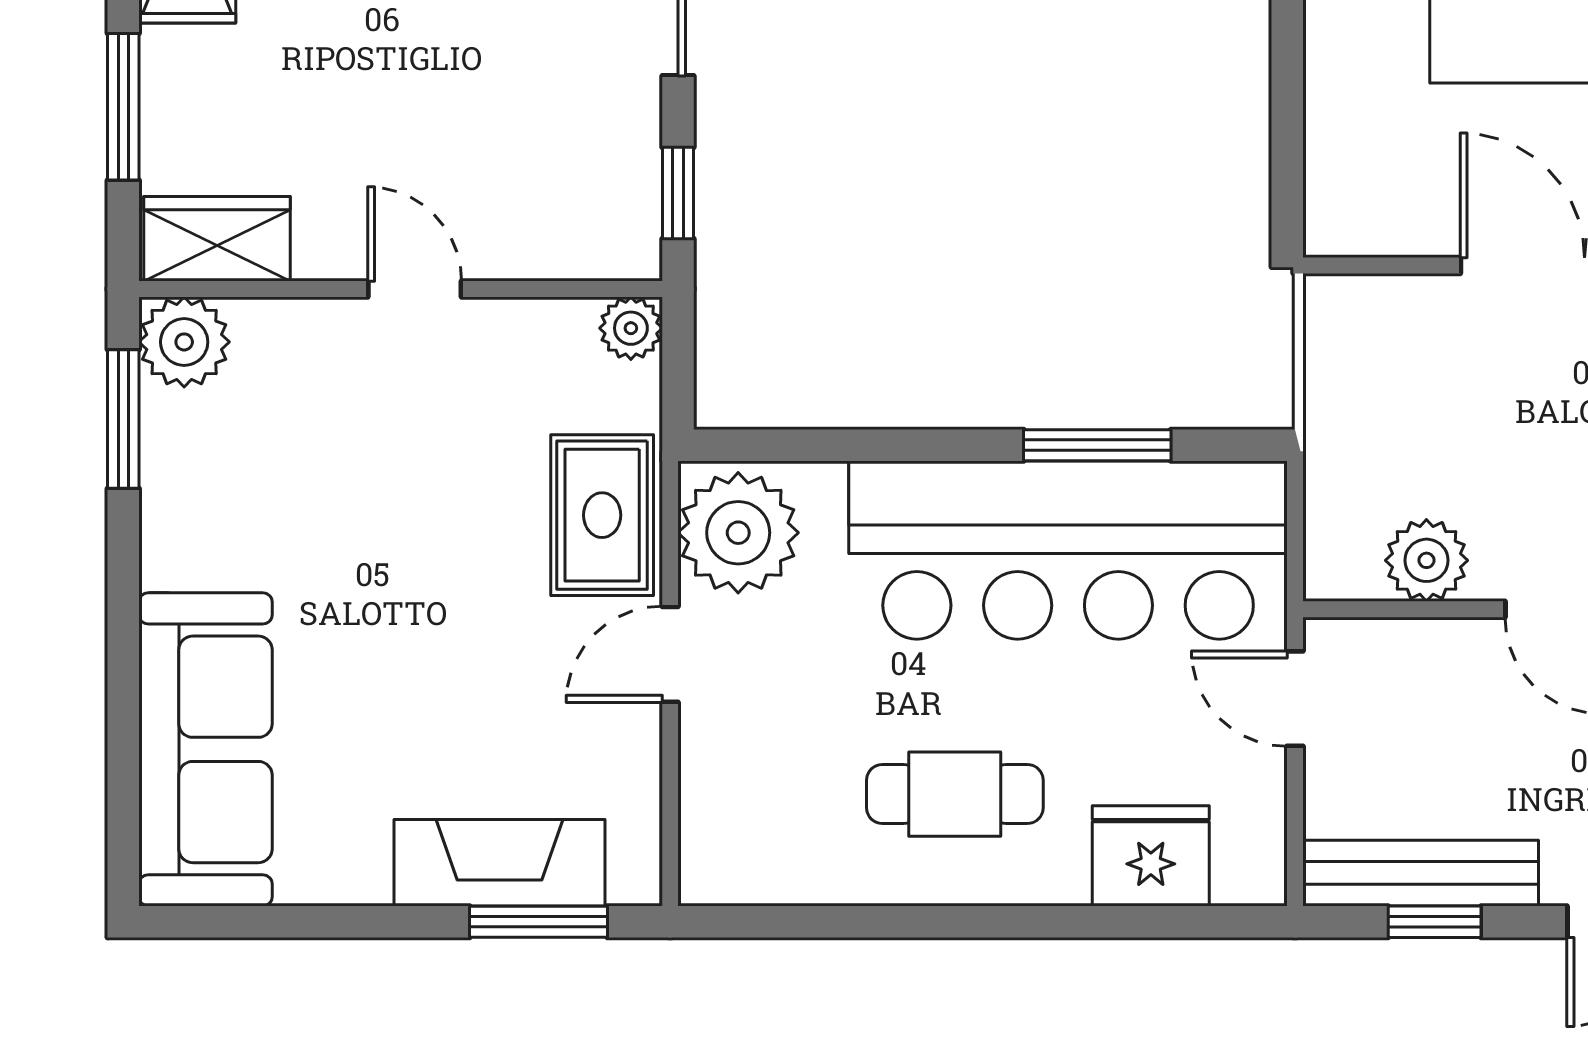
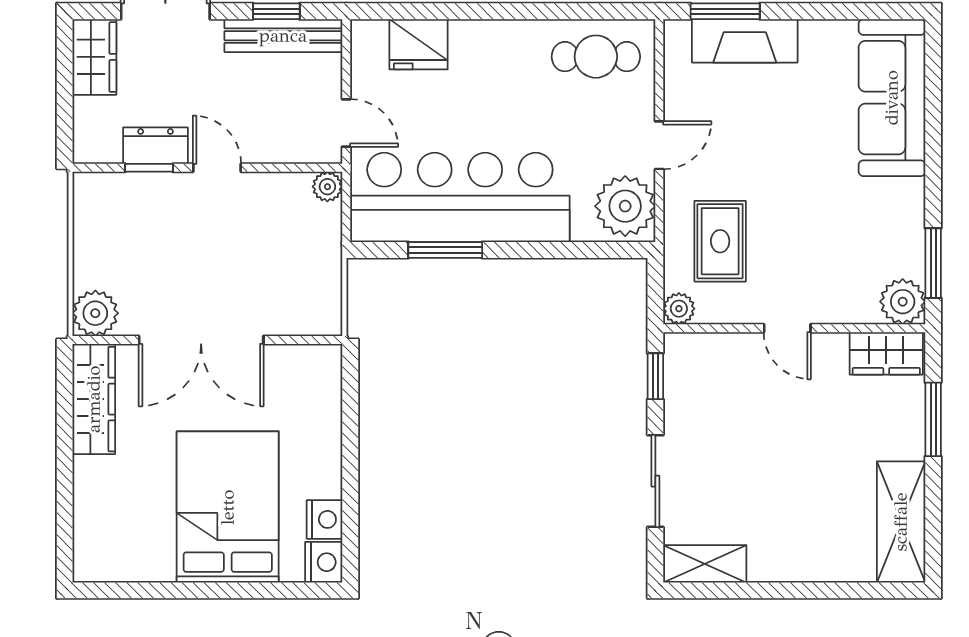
rug: (602, 515) -> (720, 241), moved
plant: (1426, 560) -> (327, 187), moved, width x0.73, depth x0.73
cafe table: (955, 794) -> (596, 57), moved

